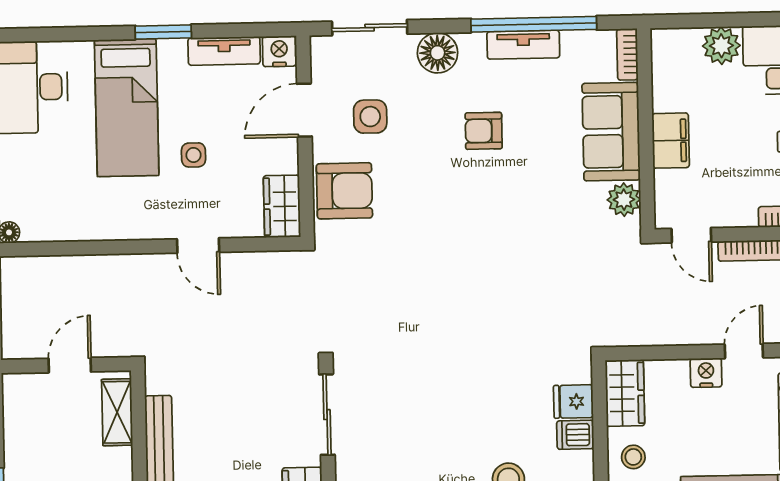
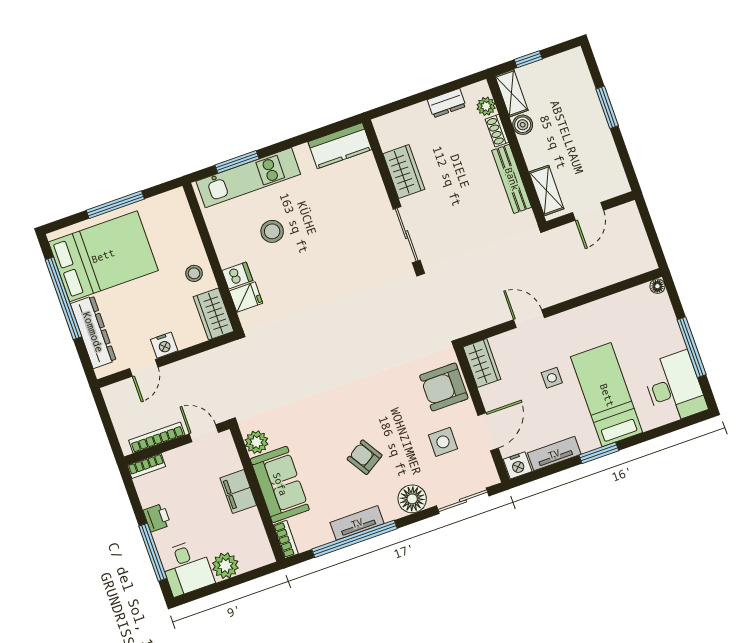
armchair: (484, 131) -> (365, 457), turned -122

